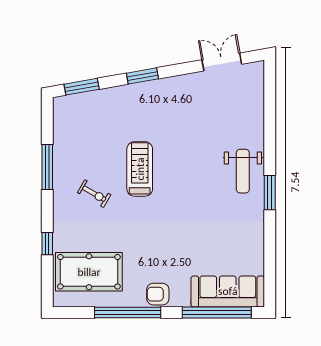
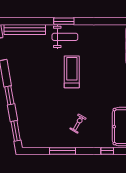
bench: (256, 102) -> (25, 29), added
treadmill: (140, 169) -> (72, 72), moved, turned 90
window: (270, 193) -> (64, 21), moved

